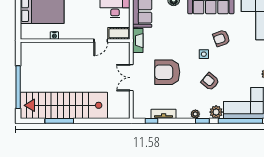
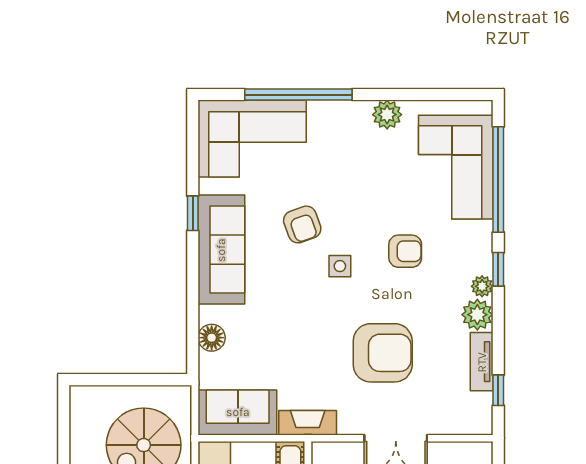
armchair: (167, 72) -> (383, 353), turned -90
armchair: (210, 82) -> (405, 251), turned -130
plant: (216, 112) -> (477, 315), moved

